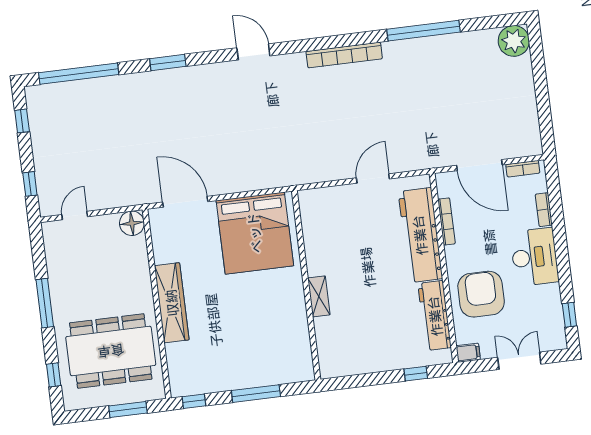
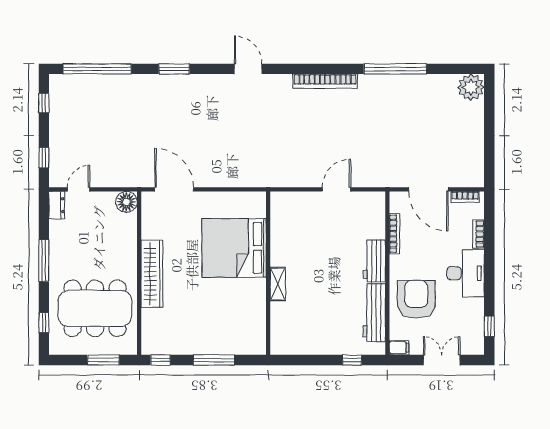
bed: (255, 233) -> (234, 248), moved, turned 90
workbench: (420, 235) -> (374, 261), width x0.53, depth x0.76
dresser: (52, 237) -> (57, 205), added

